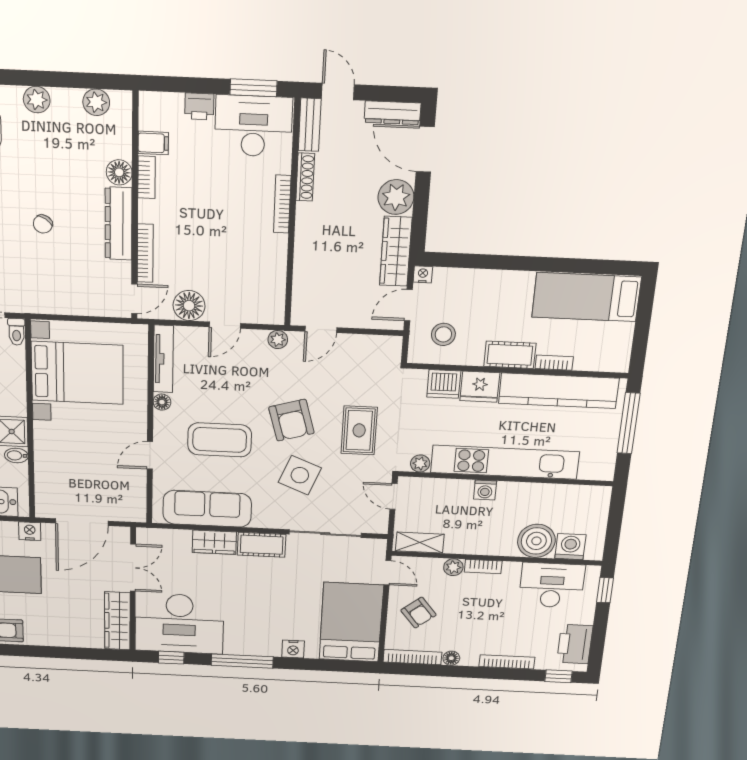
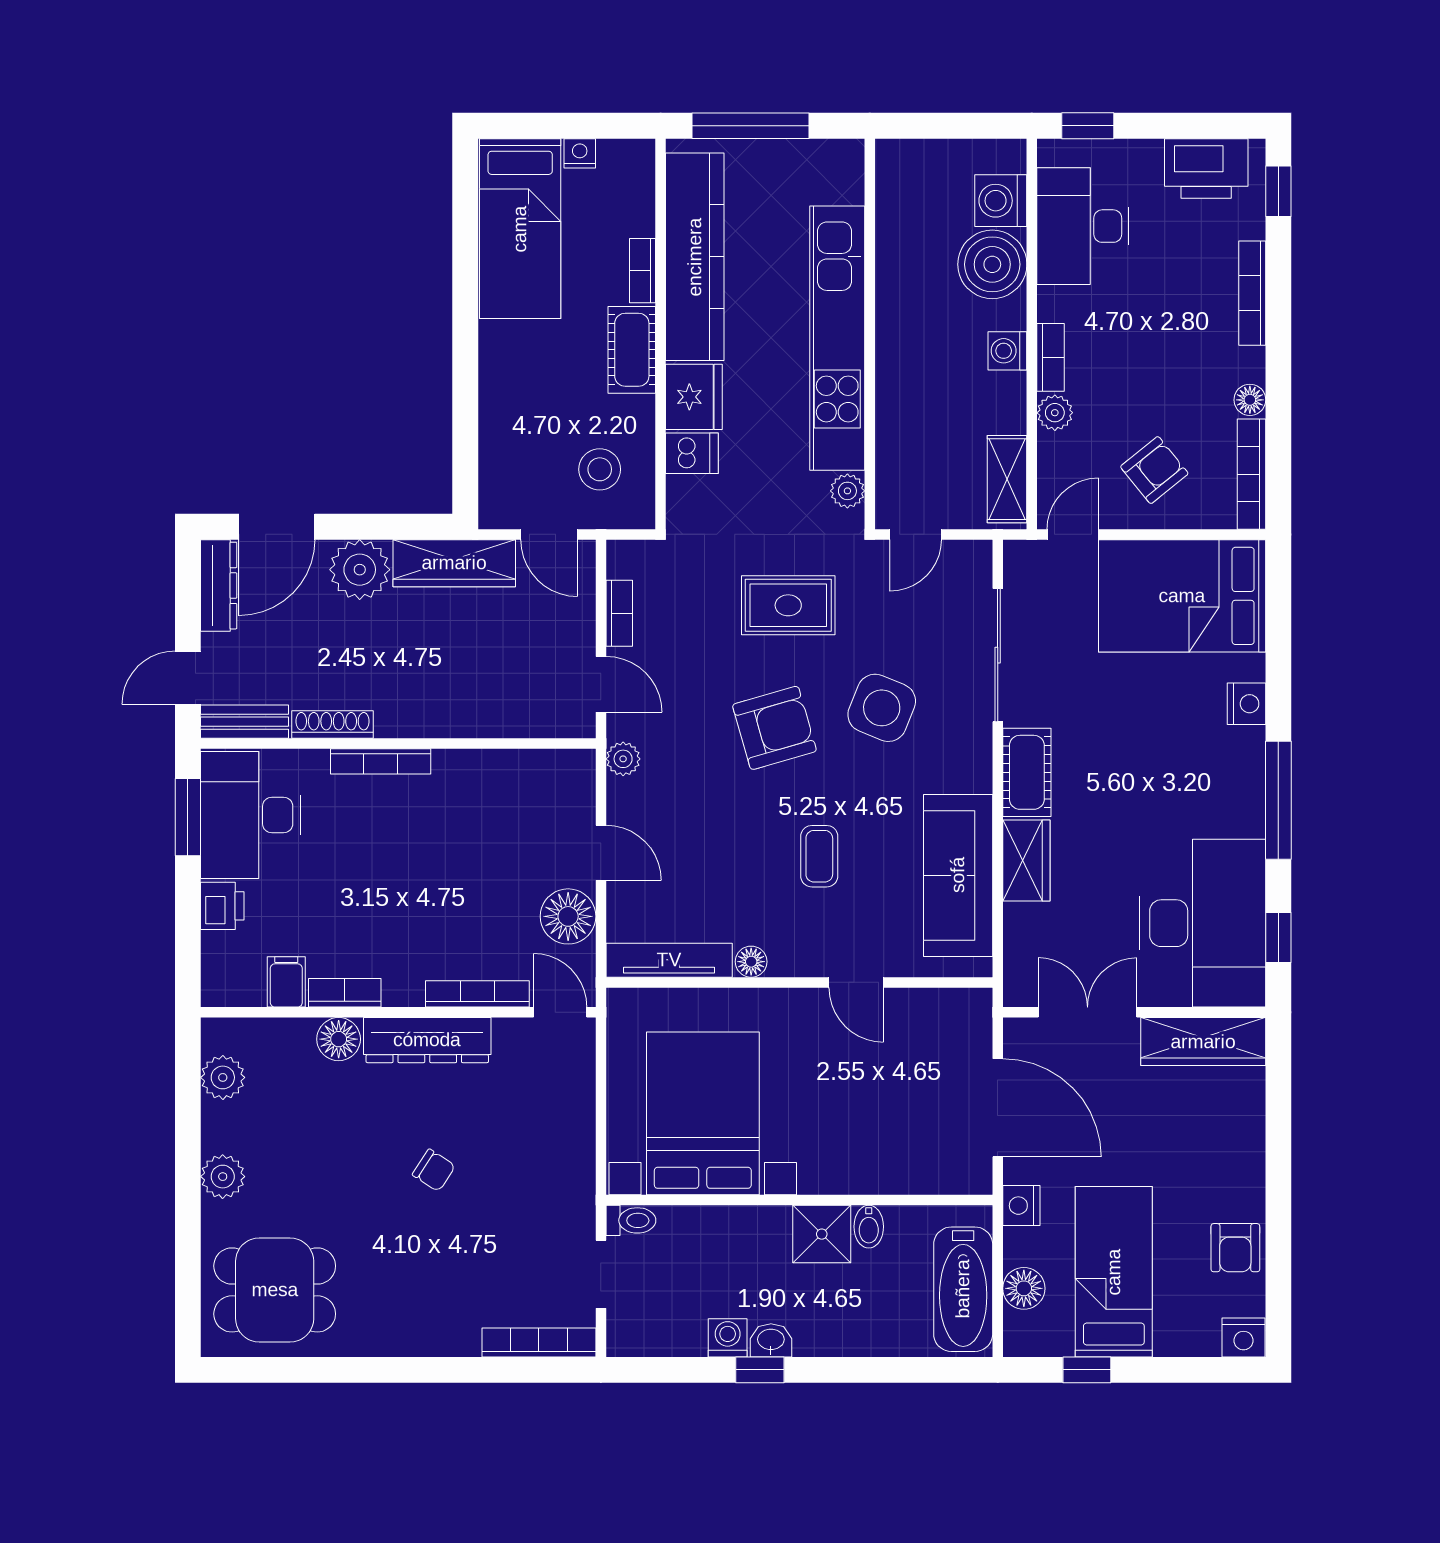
nightstand: (423, 274) -> (580, 153), moved, turned 90
bookcase: (361, 341) -> (619, 613), added
dishwasher: (444, 384) -> (692, 453), width x0.73
coffee table: (220, 440) -> (819, 856), width x0.54, depth x0.58
washing machine: (485, 490) -> (1007, 351), moved, turned 180

